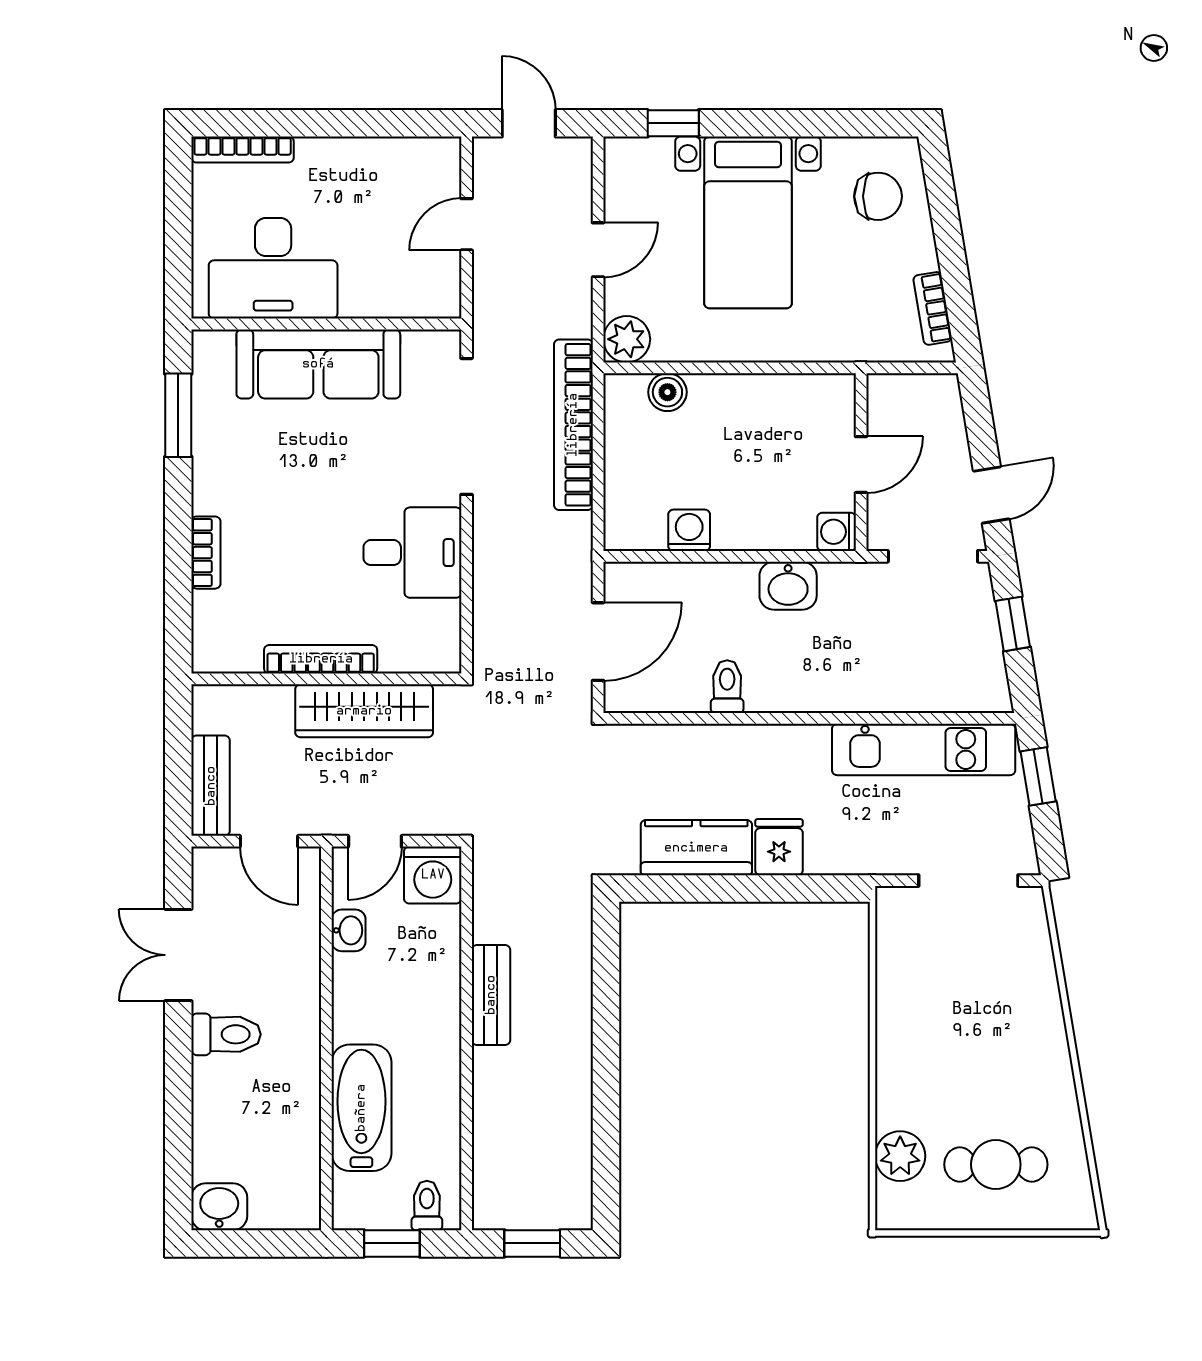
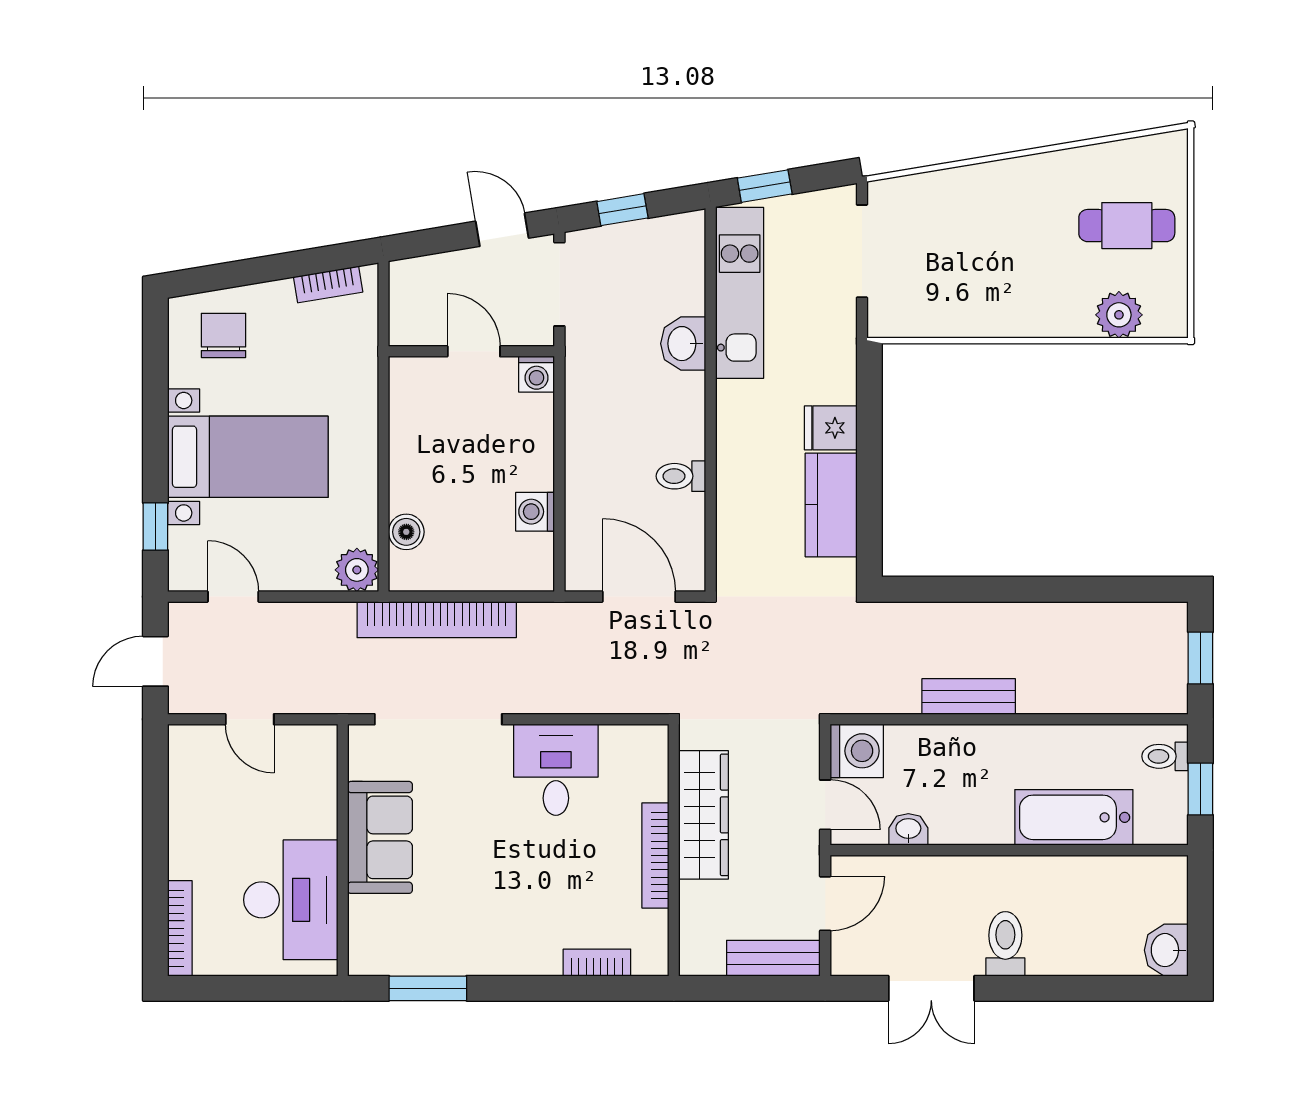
door: (598, 250) -> (233, 597), moved
sofa: (318, 364) -> (380, 837), width x0.73
bookcase: (206, 553) -> (597, 963), moved
washbasin: (788, 586) -> (683, 344), moved, turned 180
cafe table: (996, 1164) -> (1127, 226), turned 90

